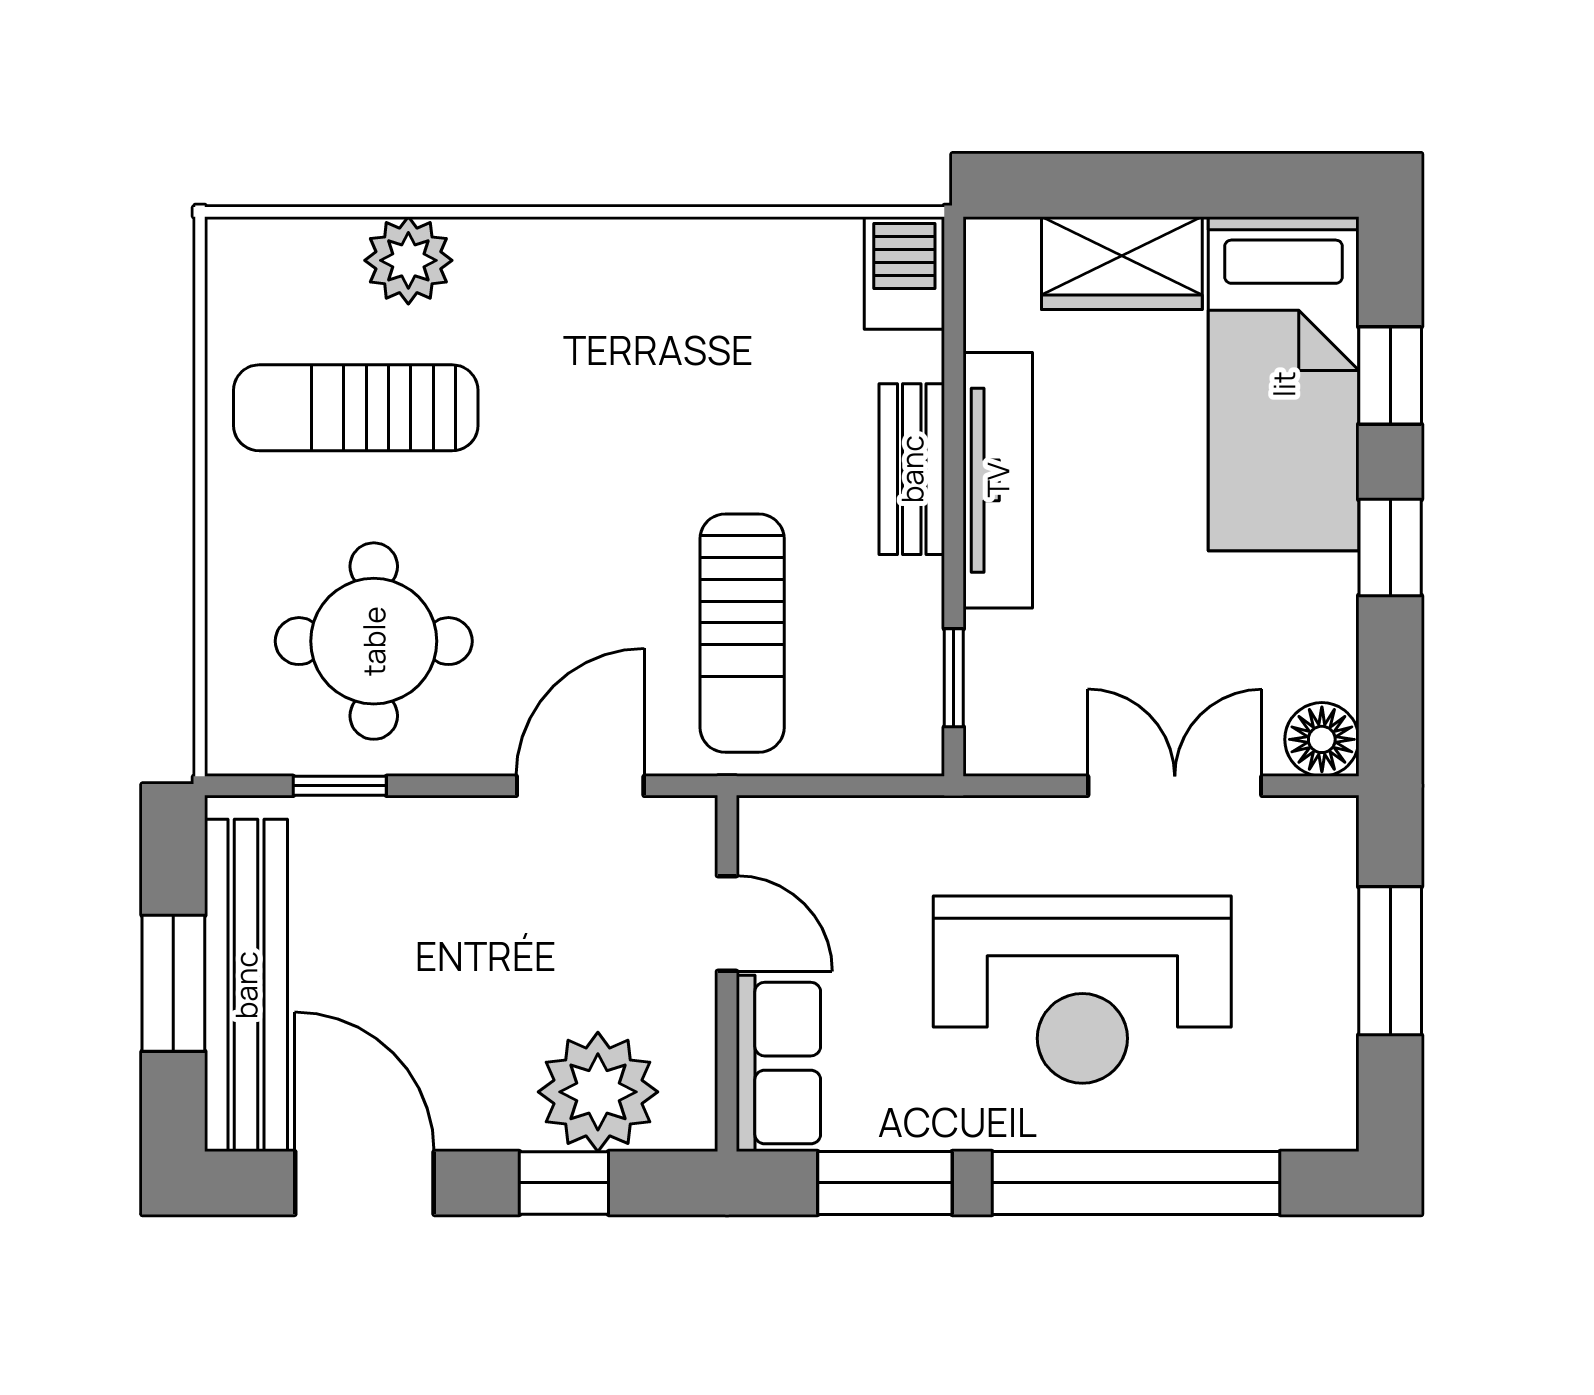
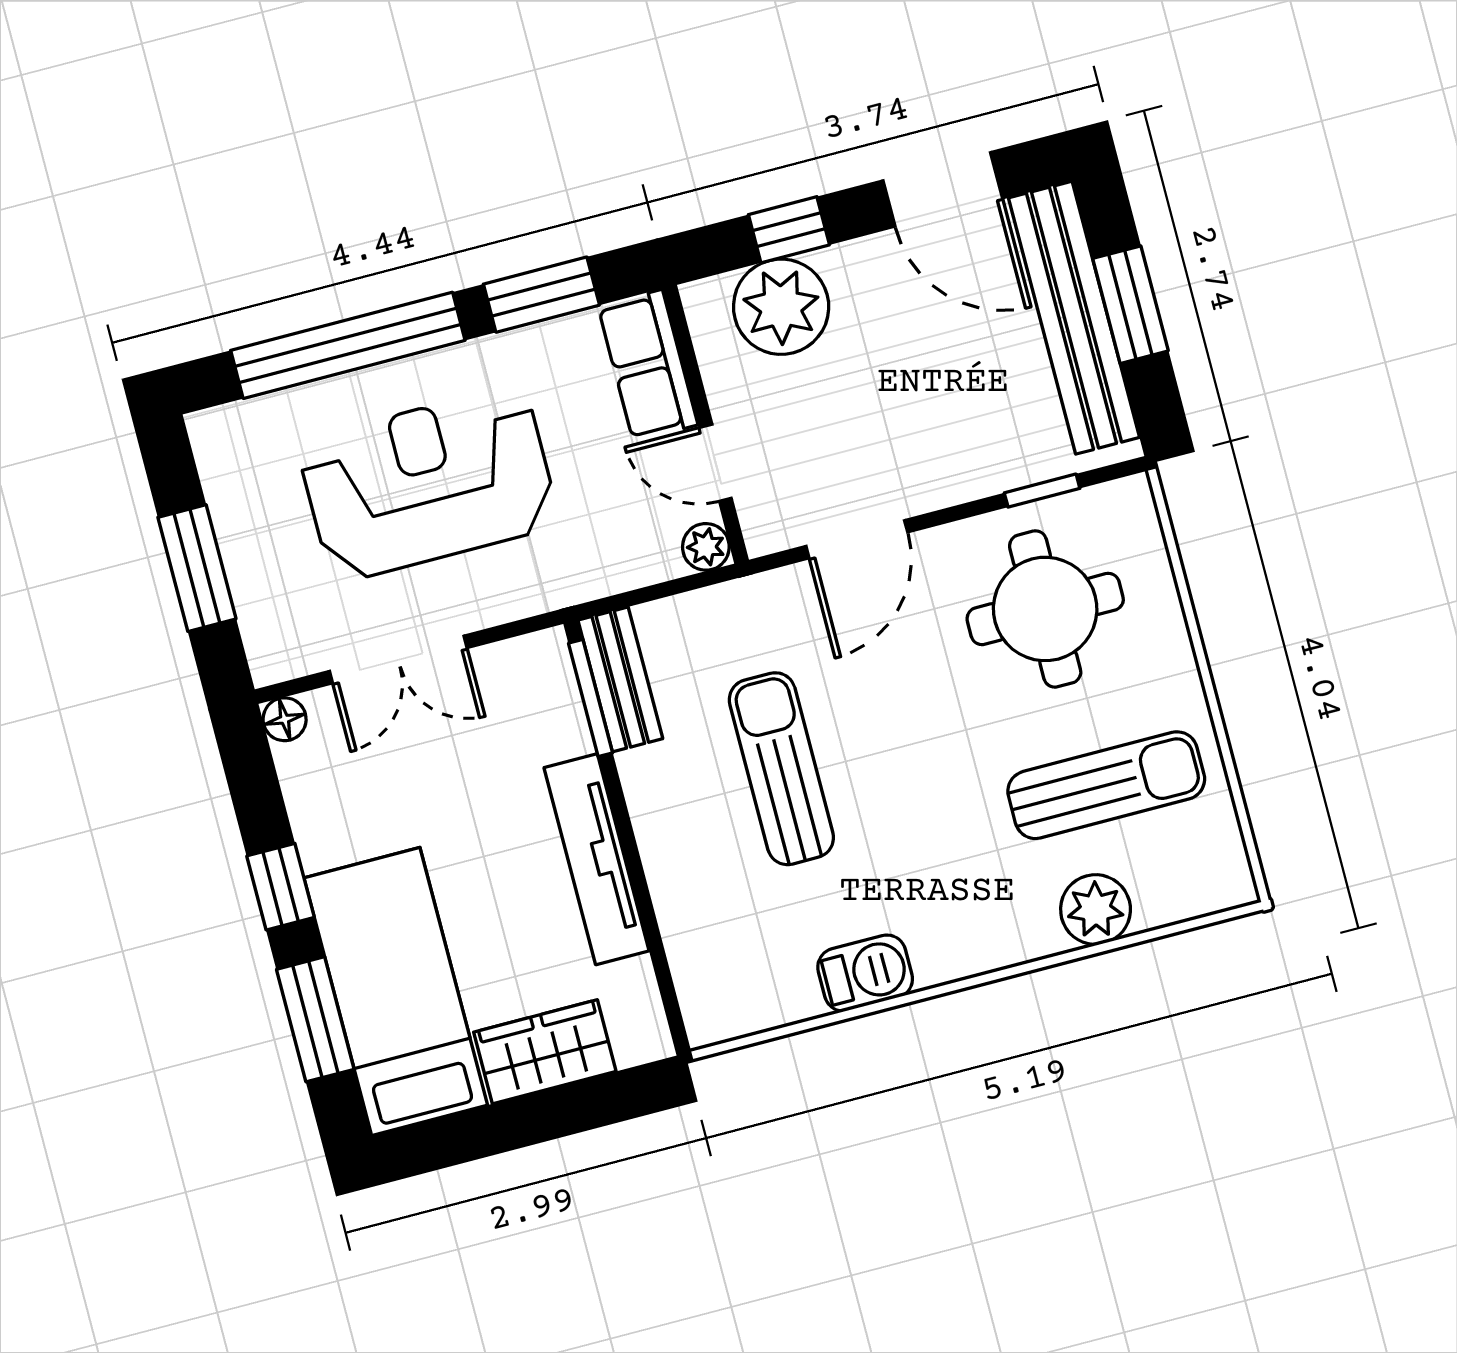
barbecue: (904, 273) -> (865, 973), moved, turned -90
window: (1390, 376) -> (315, 1019), width x1.50
bench: (912, 469) -> (620, 679), moved
sun lounger: (742, 633) -> (781, 769), moved
window: (954, 678) -> (591, 698), width x1.50
floor lamp: (1322, 739) -> (285, 719), width x0.73, depth x0.73
plant: (766, 824) -> (706, 547), added

